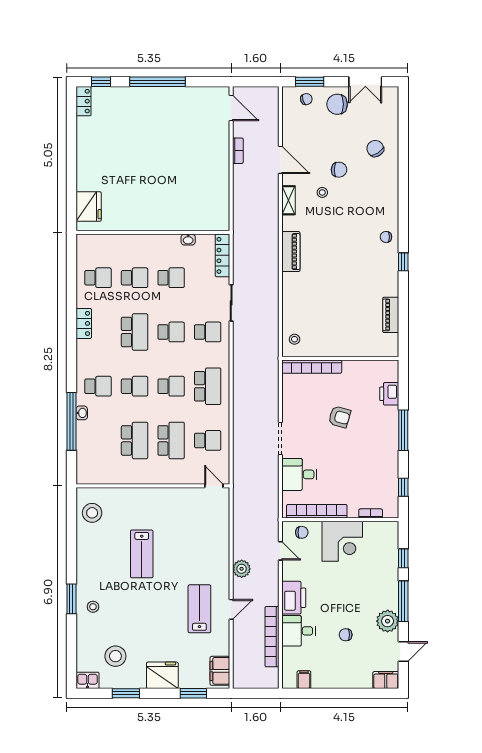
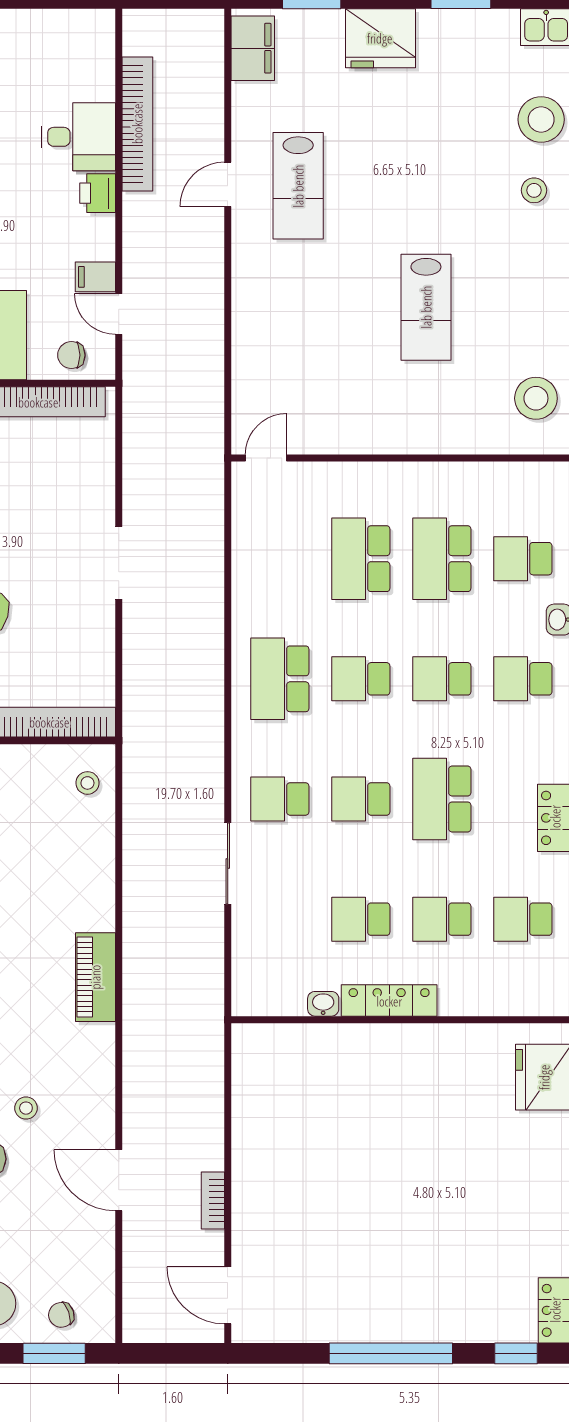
shelving: (288, 200) -> (101, 1091), removed
locker: (223, 255) -> (389, 1001), moved, turned -90
school desk: (208, 440) -> (523, 559), moved
desk: (299, 474) -> (77, 483), removed
door: (214, 486) -> (266, 458), swing flipped
lab bench: (142, 554) -> (426, 307), turned 180
plant: (242, 569) -> (205, 274), removed
printer: (294, 598) -> (98, 193), width x0.53, depth x0.68
stool: (115, 656) -> (541, 119), moved
filing cabinet: (304, 680) -> (95, 277), moved, turned 90

